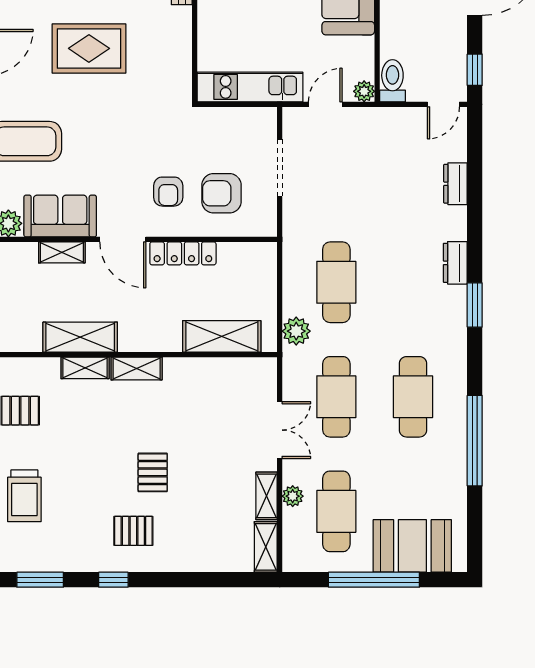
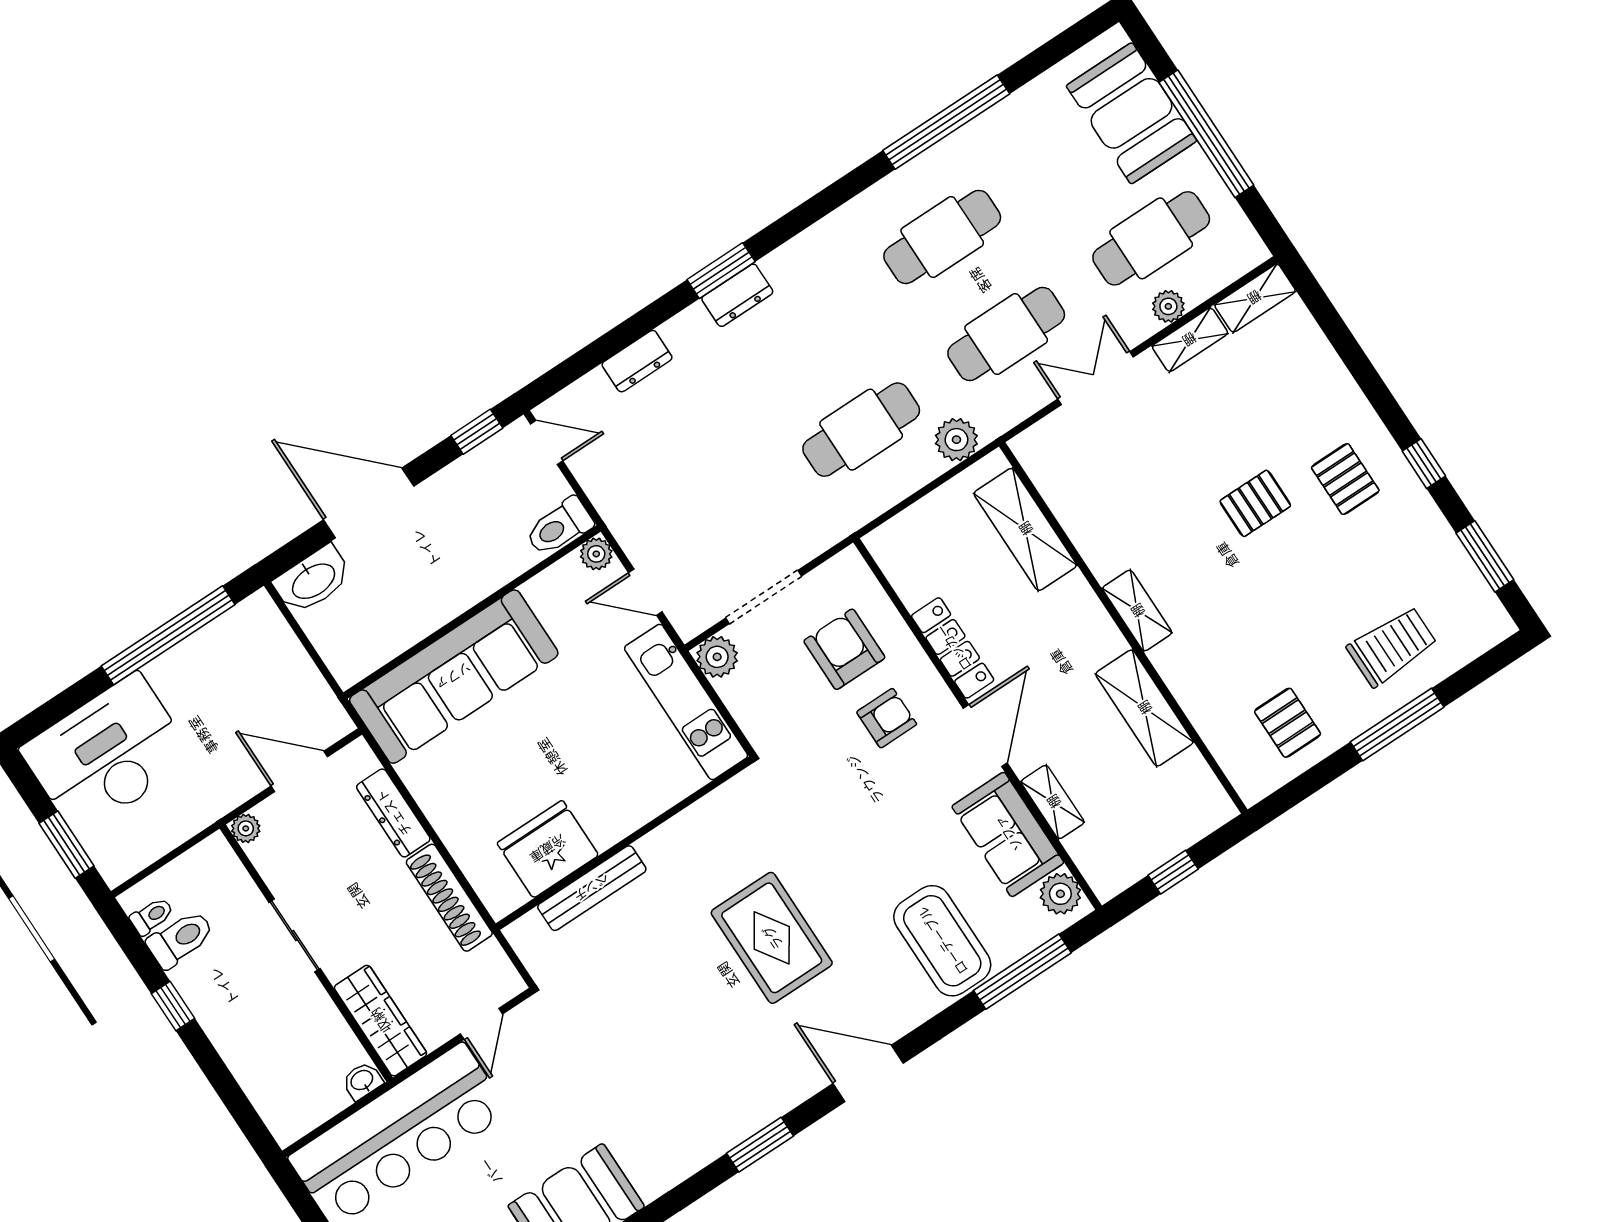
plant: (264, 120) -> (717, 657), added
armchair: (221, 193) -> (844, 649), turned 180
window: (475, 305) -> (721, 271), moved
shelving: (85, 368) -> (1179, 676), removed

